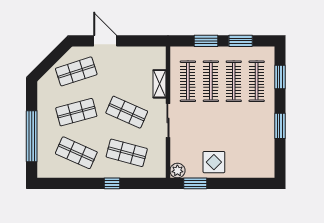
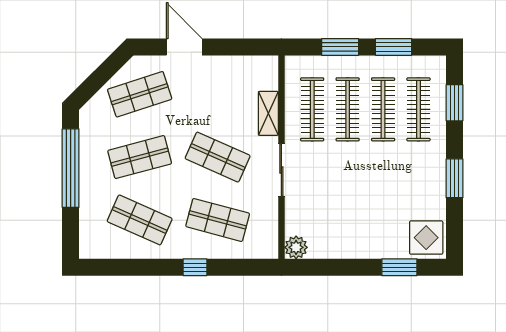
window: (32, 136) -> (71, 168), moved
display table: (214, 162) -> (426, 238), moved
window: (195, 183) -> (399, 267), moved

